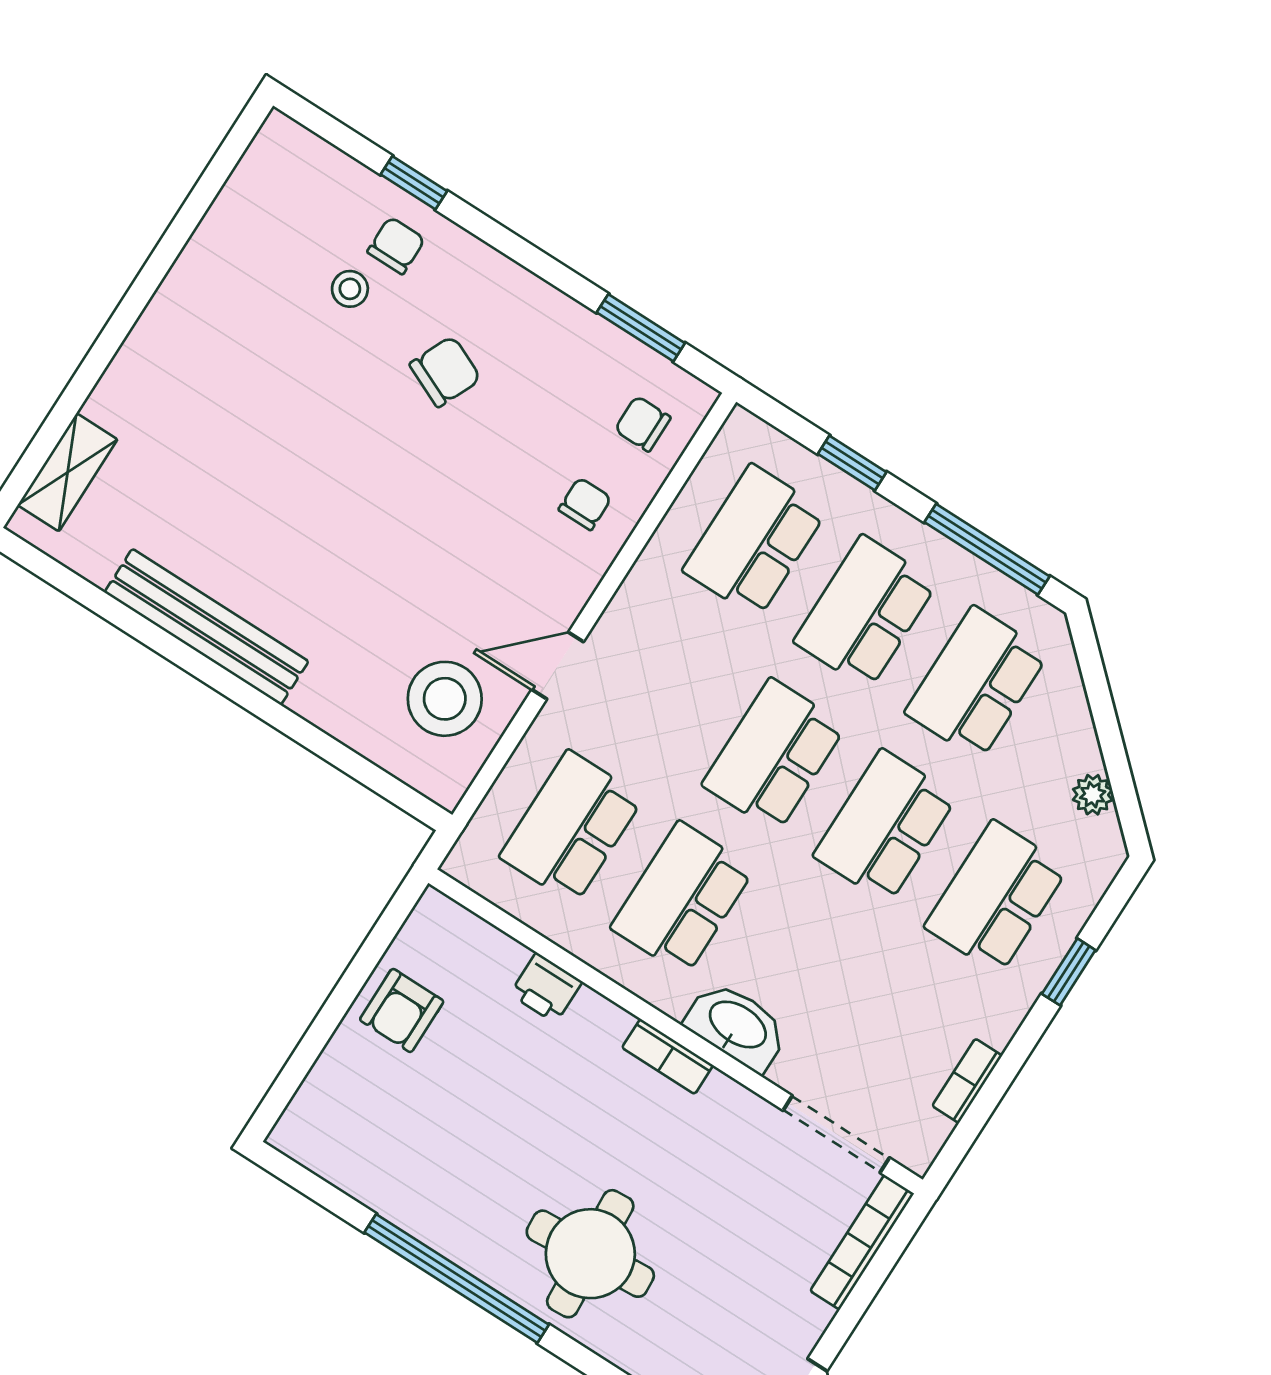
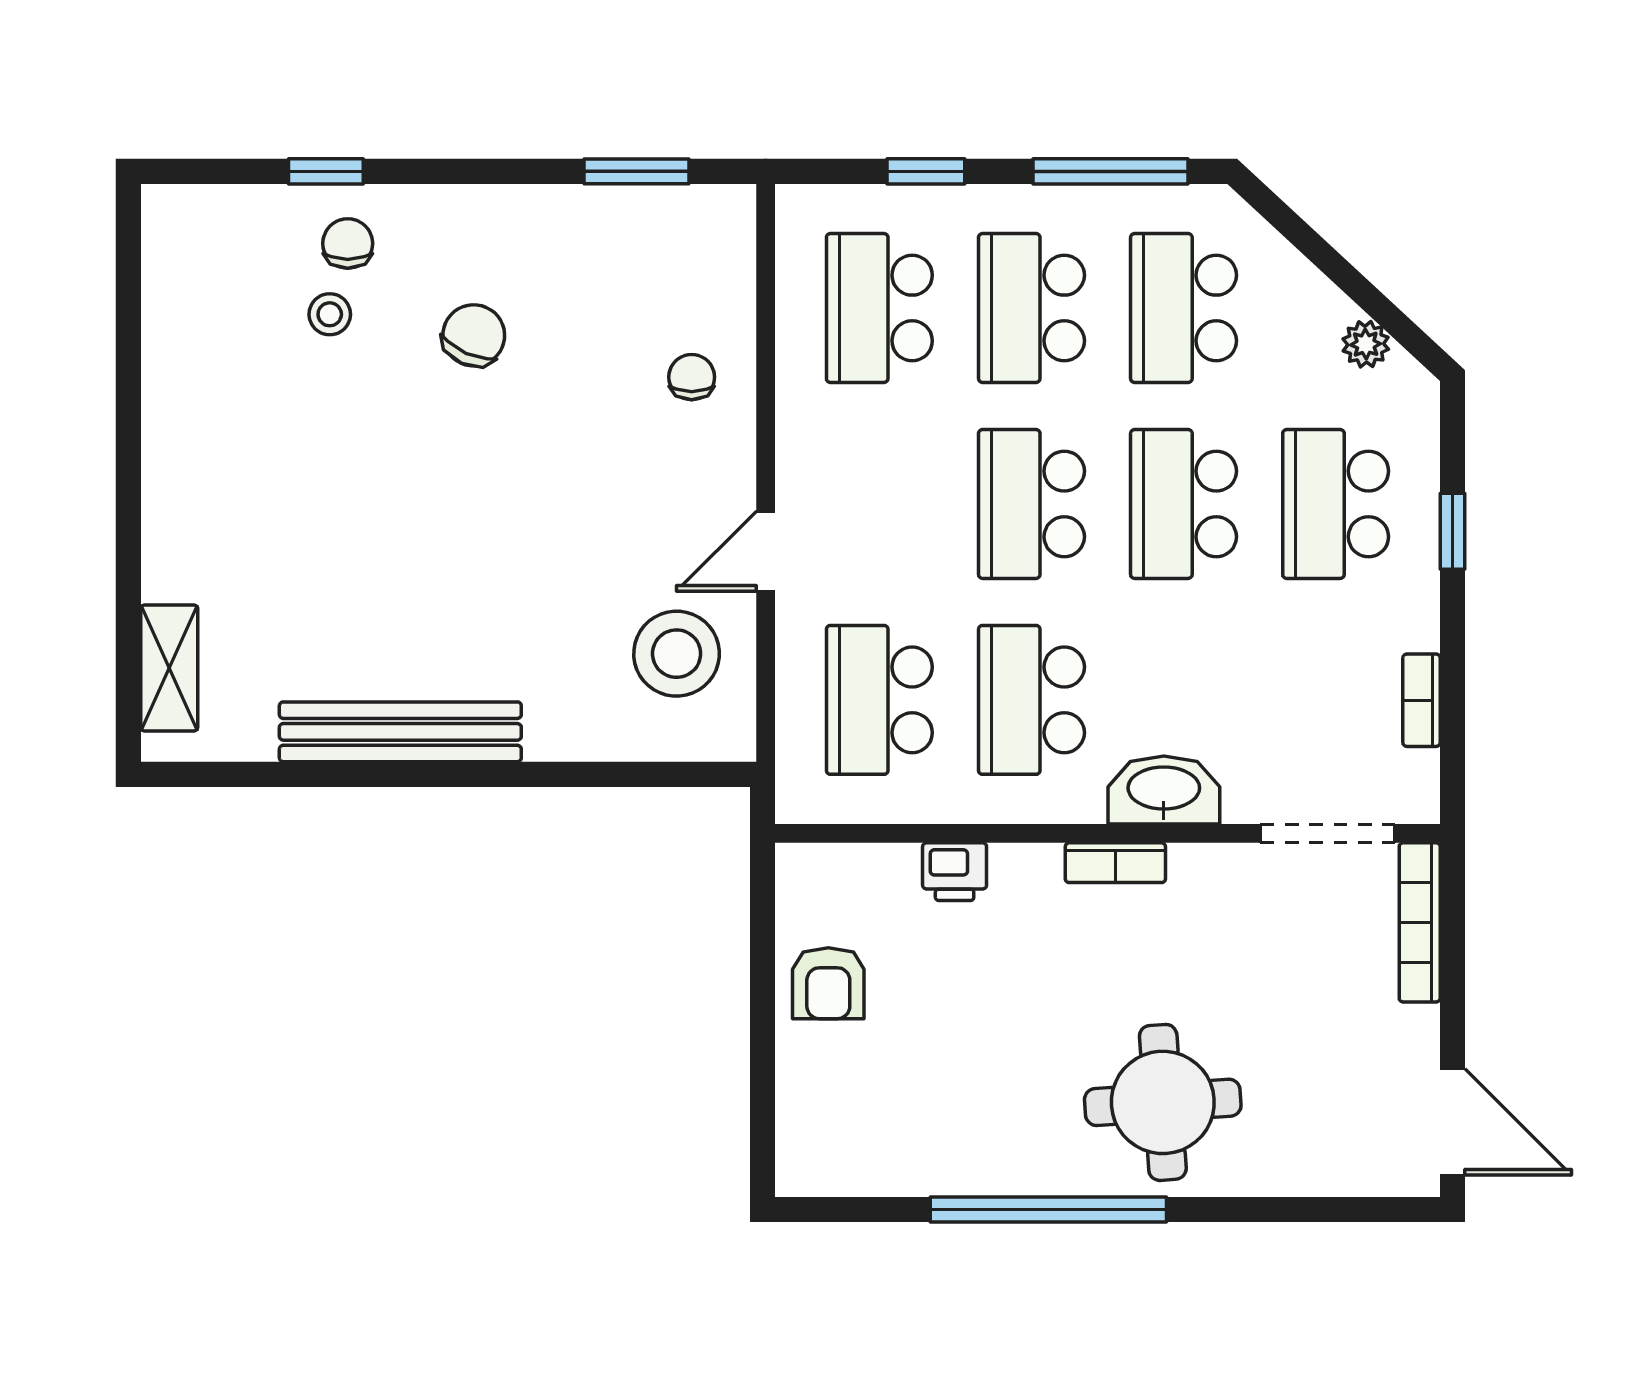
chair: (643, 424) -> (698, 263), removed

